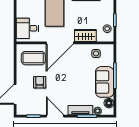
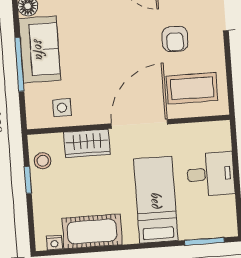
desk: (27, 28) -> (211, 174), moved

